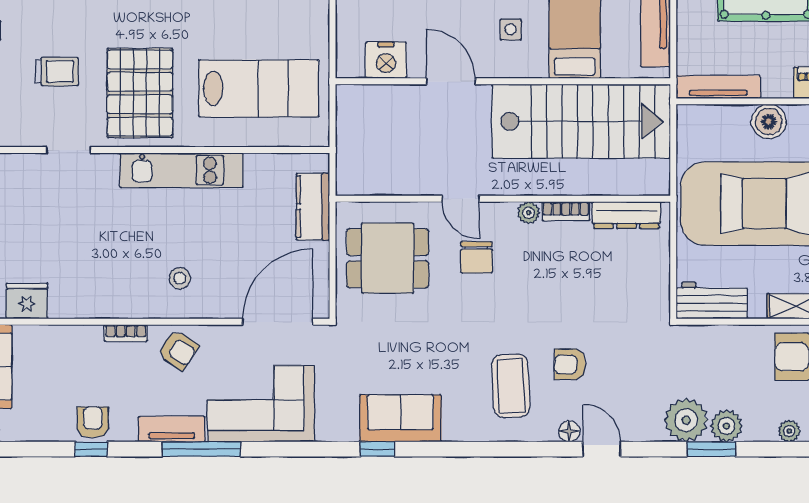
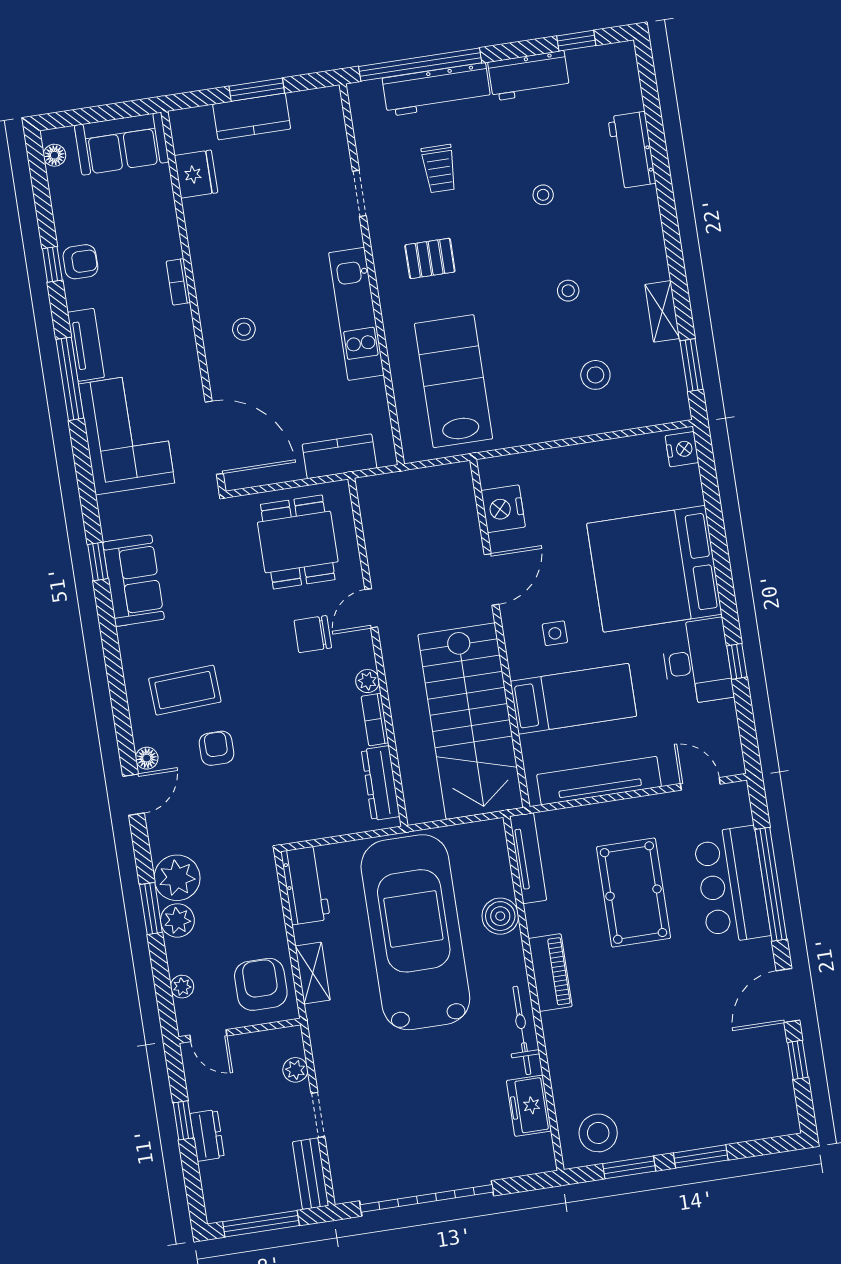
lab bench: (259, 89) -> (454, 381), turned 180
pallet: (140, 93) -> (430, 258), width x0.49, depth x0.50
armchair: (178, 350) -> (169, 339), removed

